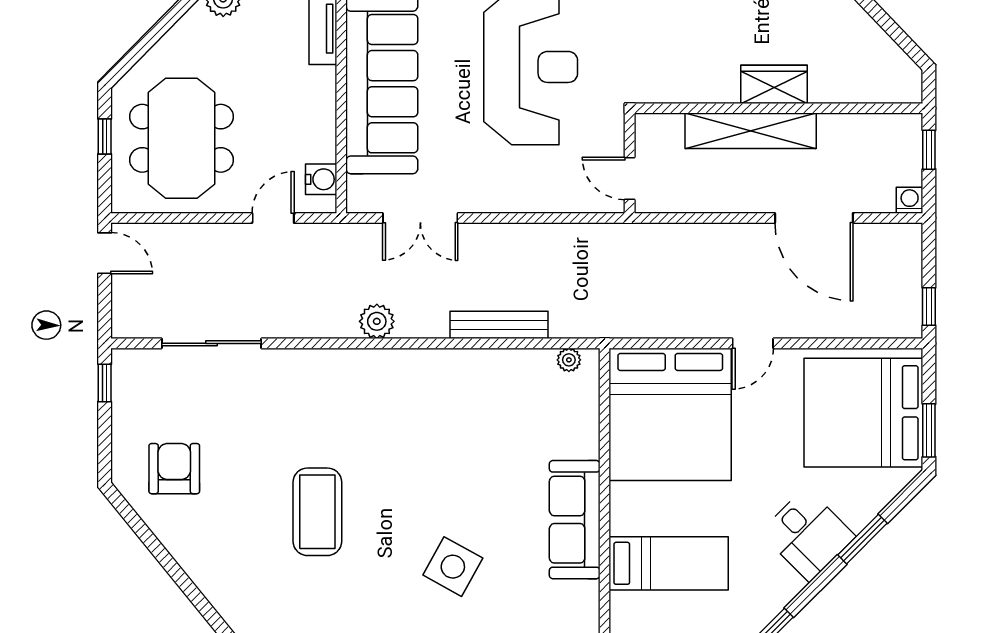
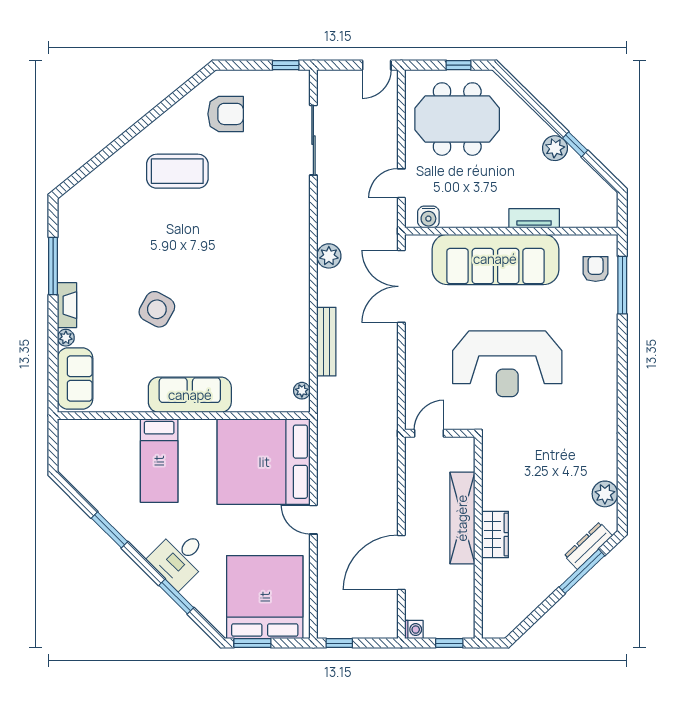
door: (273, 218) -> (401, 183), swing flipped
double door: (420, 218) -> (401, 286), width x1.37
coffee table: (317, 512) -> (177, 171), moved

